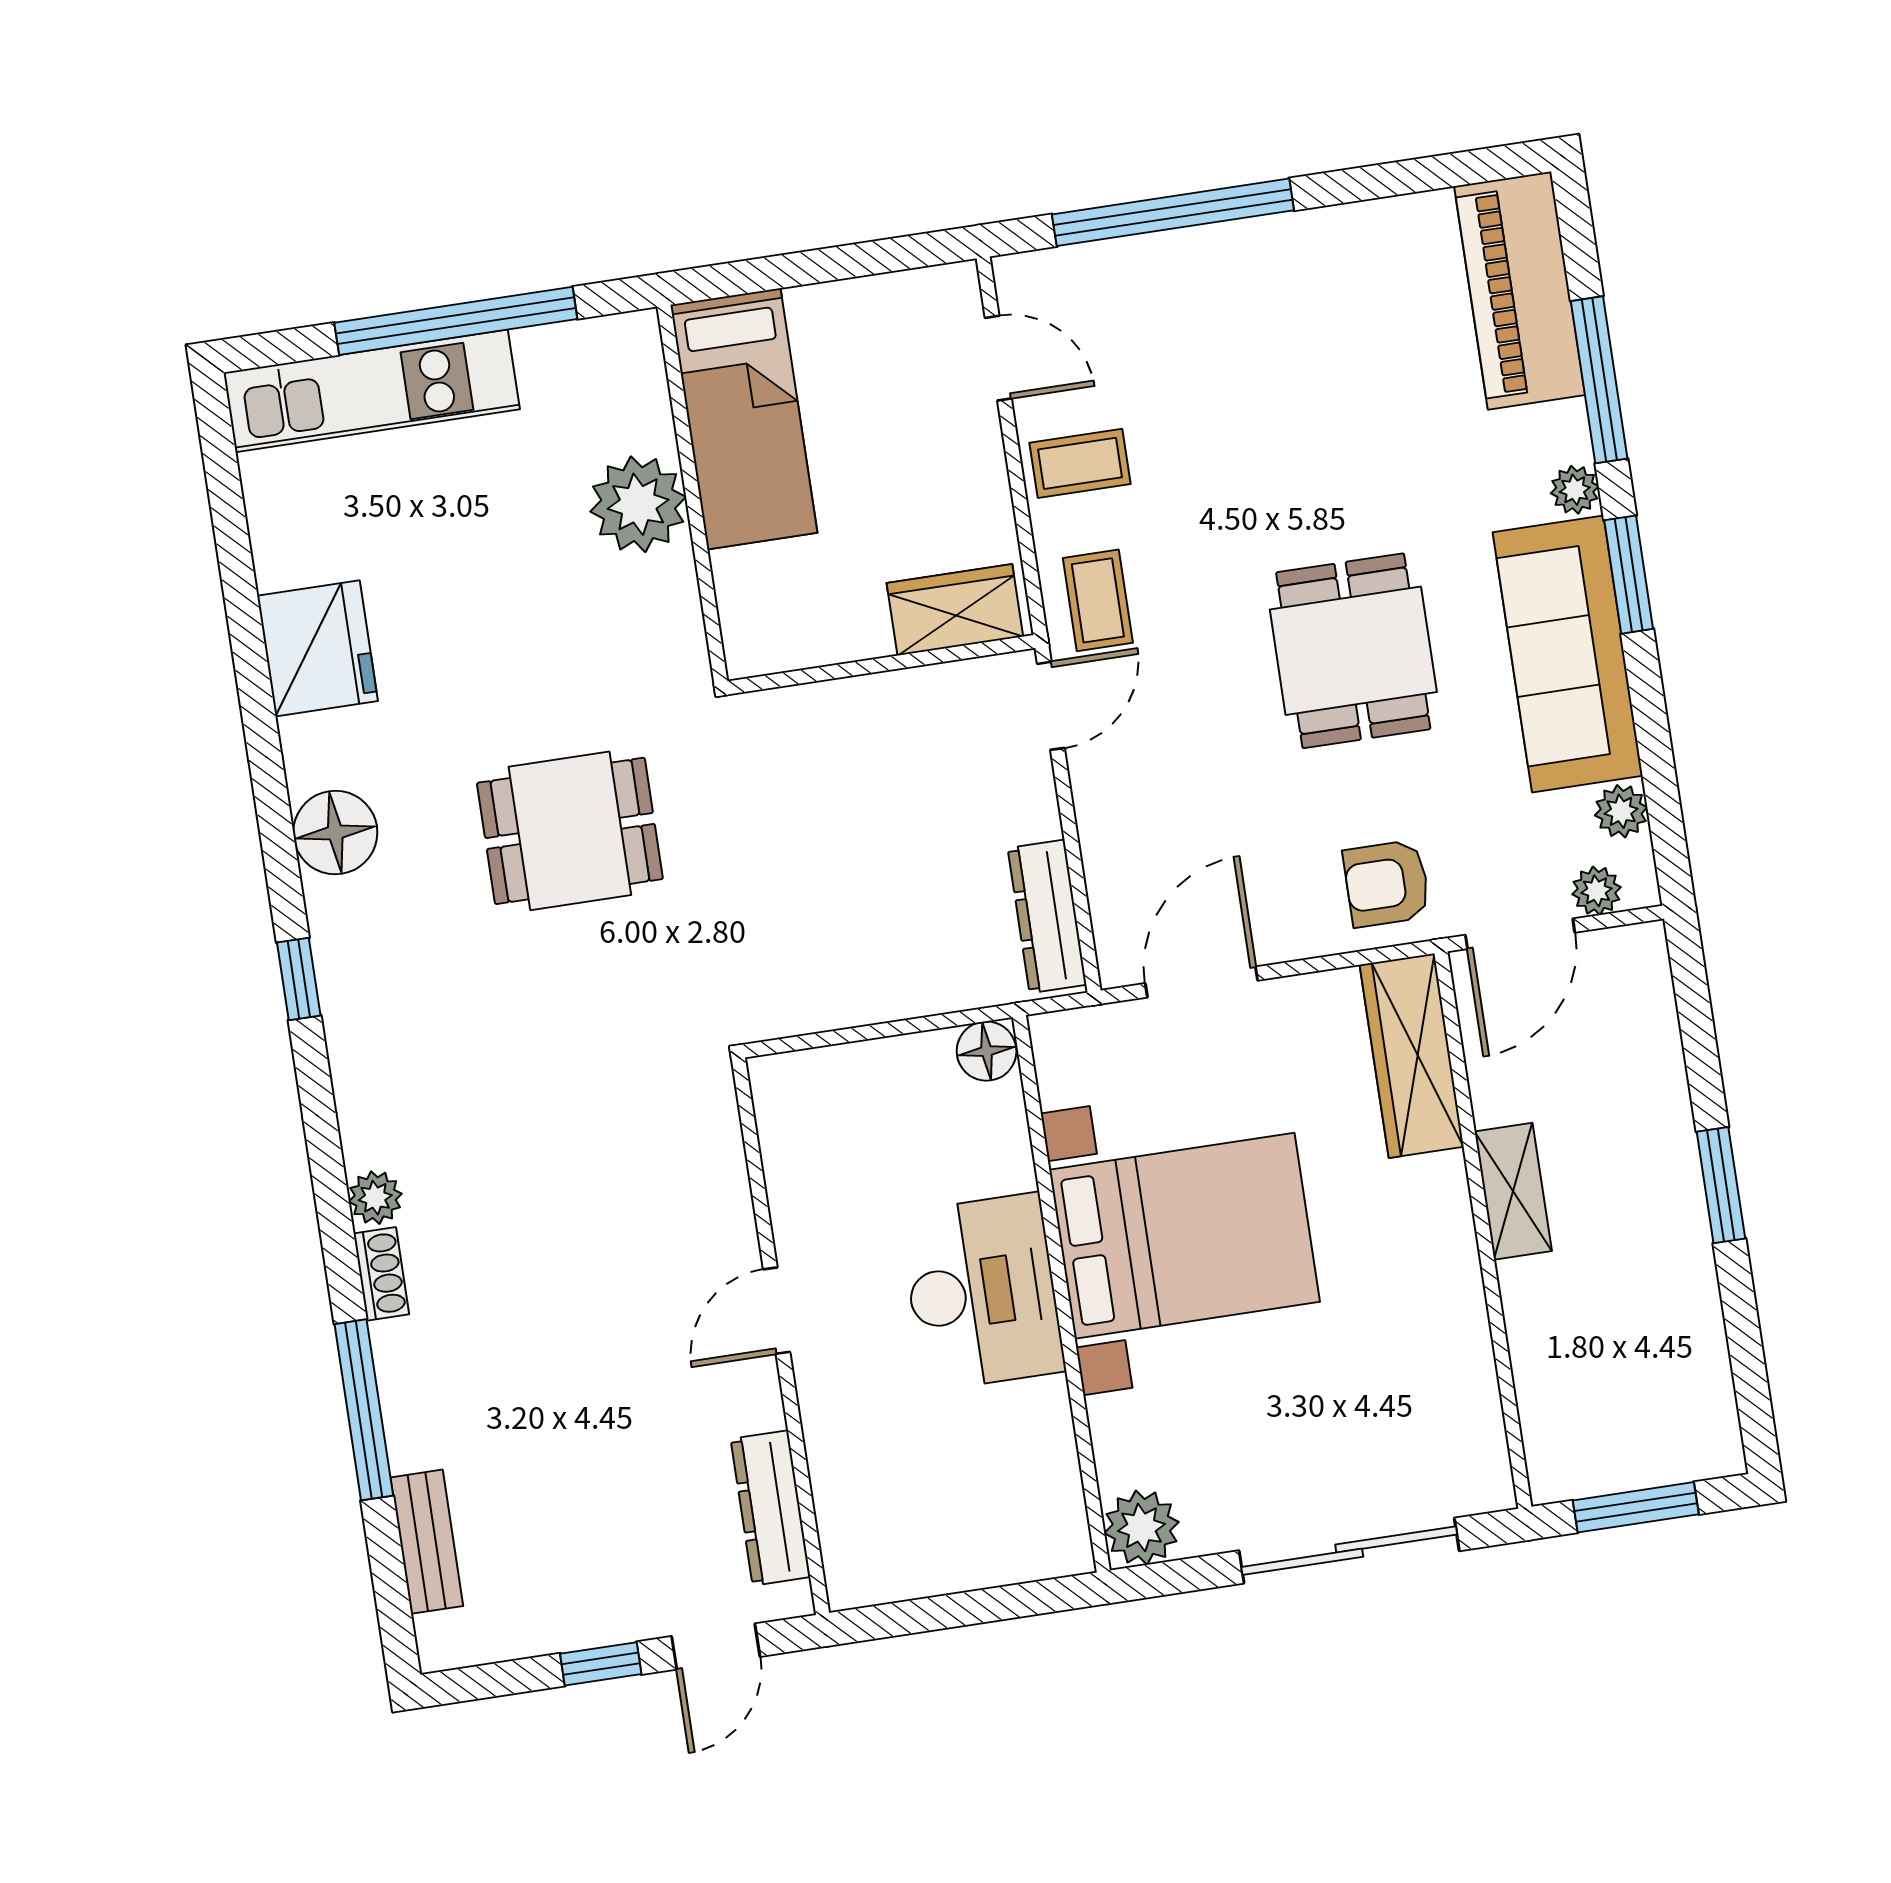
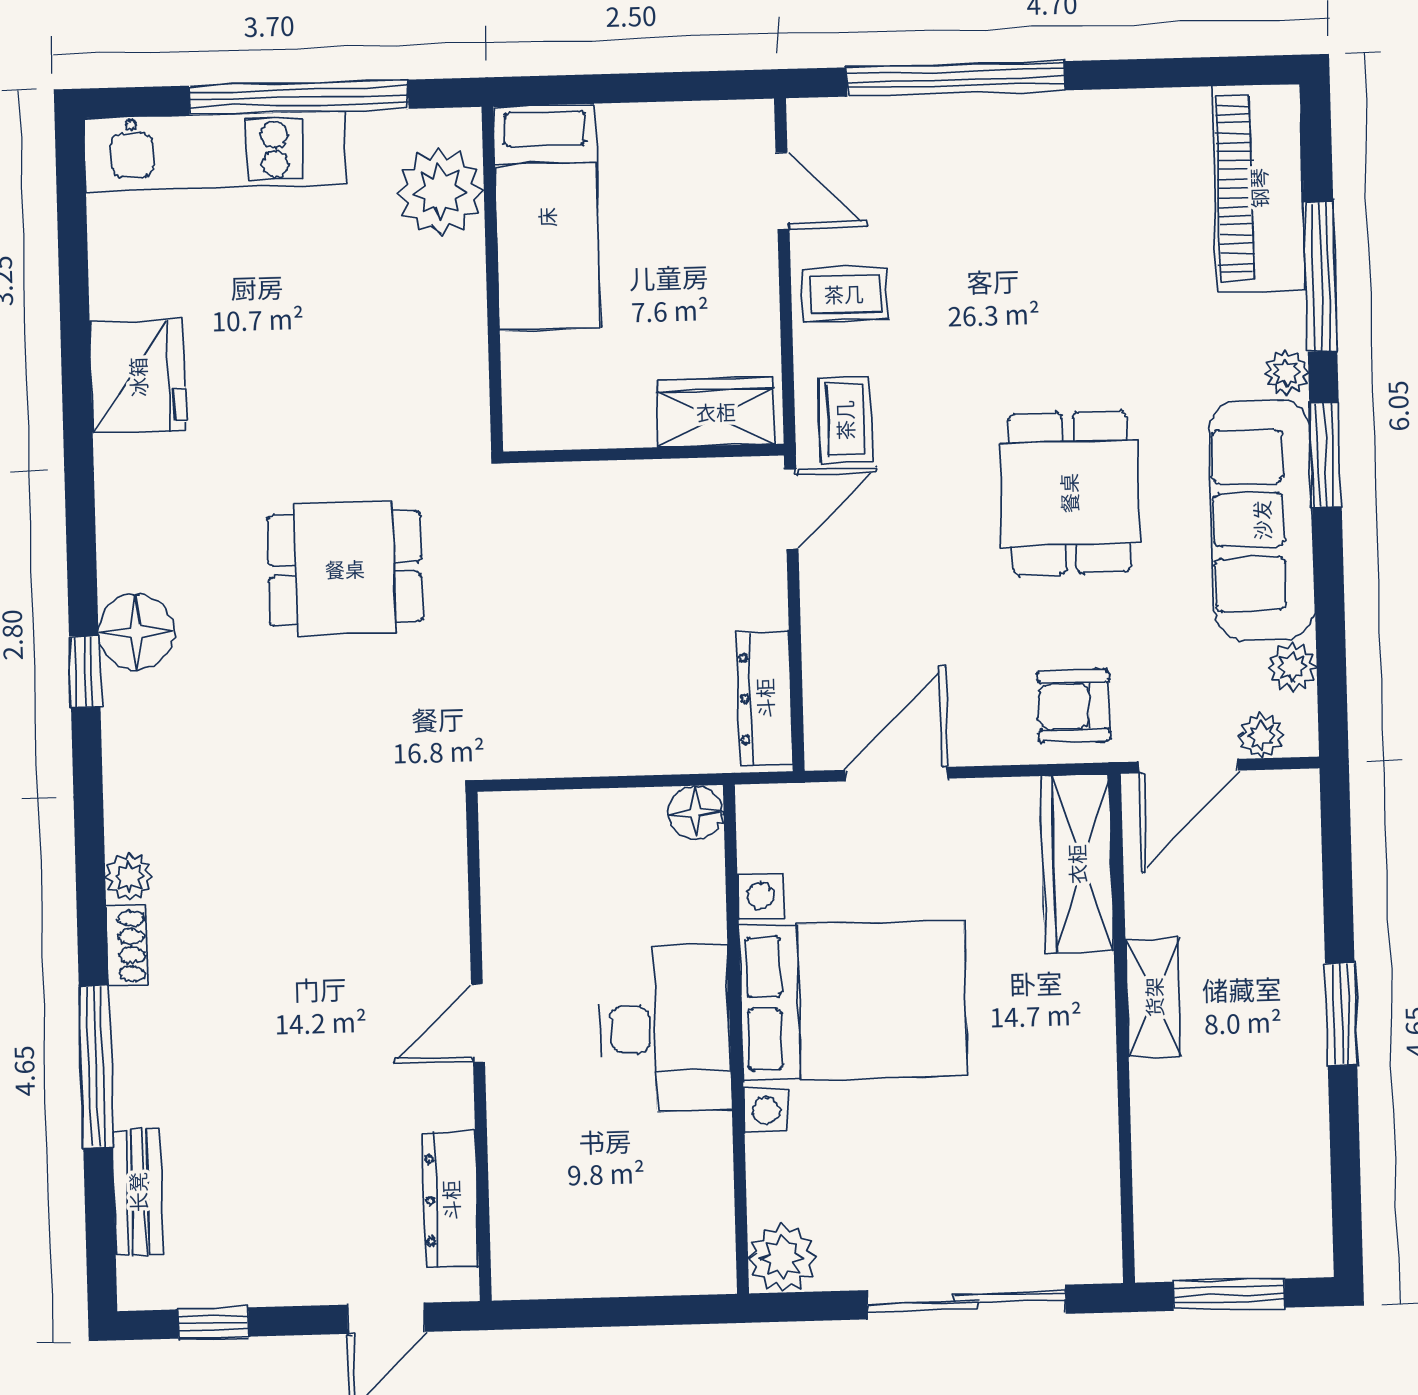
plant: (638, 504) -> (440, 192), moved
floor lamp: (335, 832) -> (136, 632), moved
window: (601, 1664) -> (213, 1323), moved

